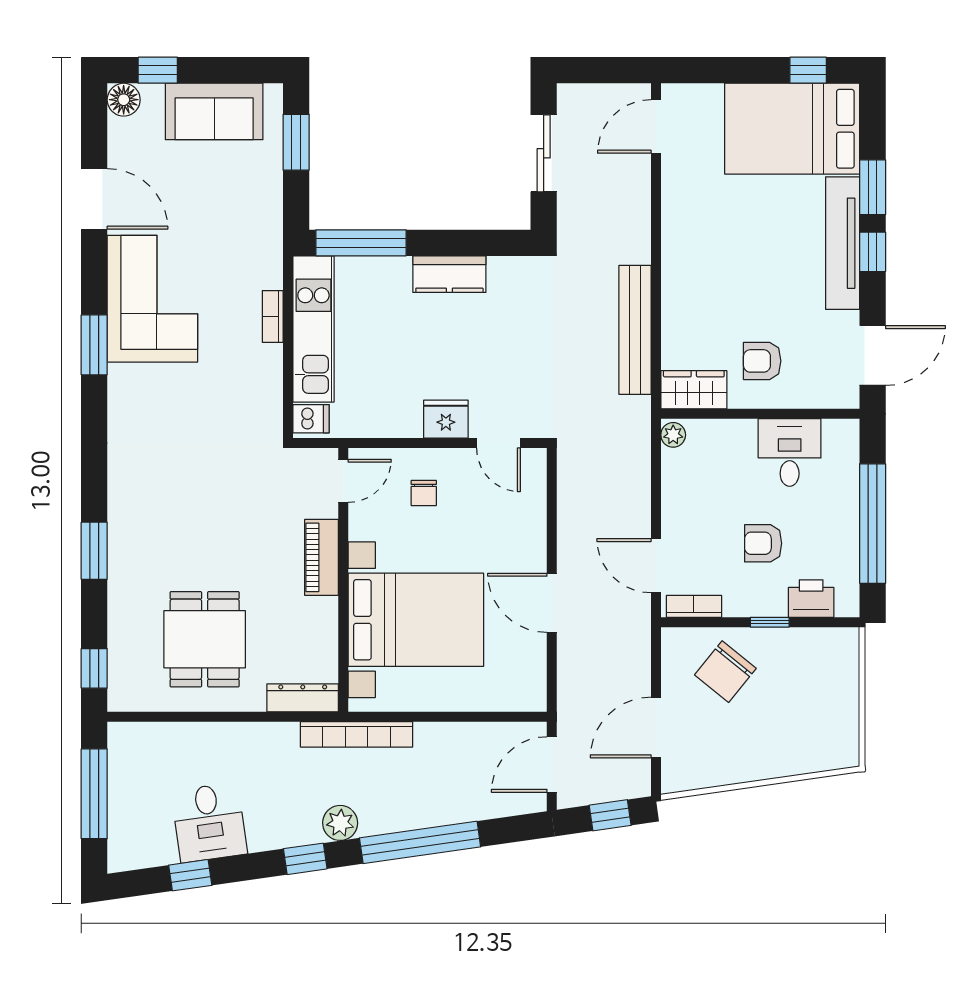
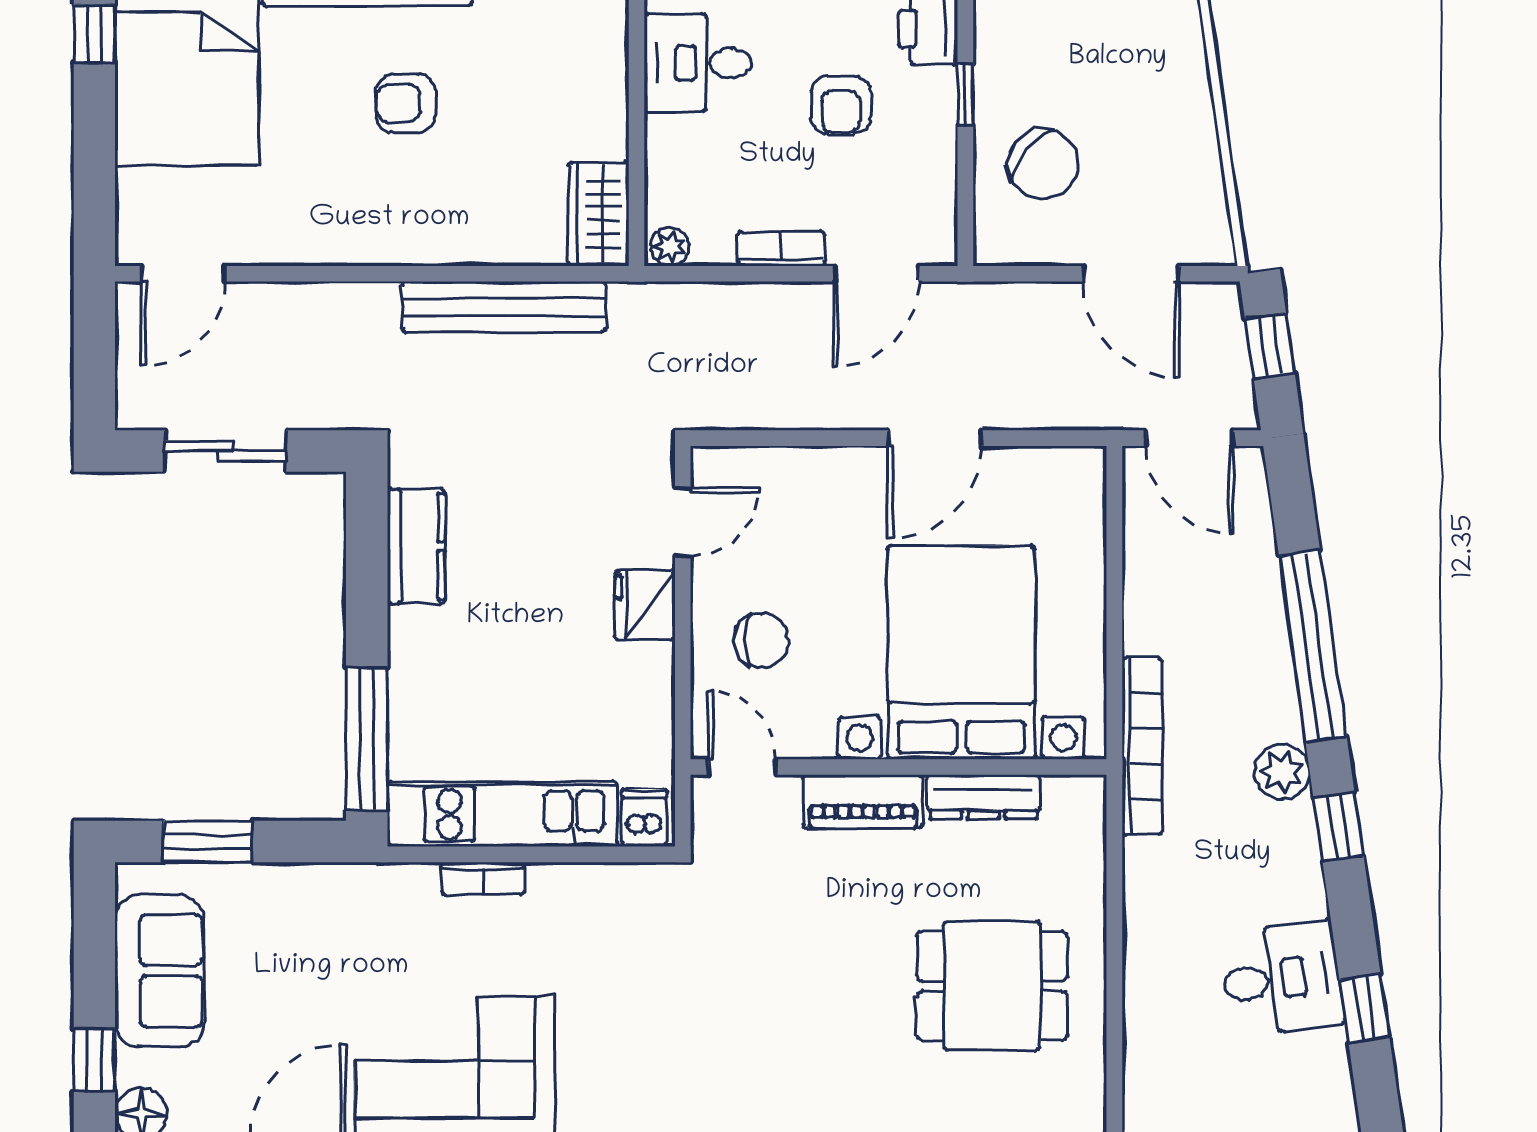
door: (656, 126) -> (183, 274), hinge flipped
kitchen counter: (449, 274) -> (416, 547), moved
armchair: (762, 361) -> (406, 103), moved, turned 90
chair: (424, 493) -> (761, 640), width x1.37, depth x1.37
bookcase: (694, 606) -> (781, 249), moved, turned 90
dresser: (303, 698) -> (983, 797), moved, turned -90

